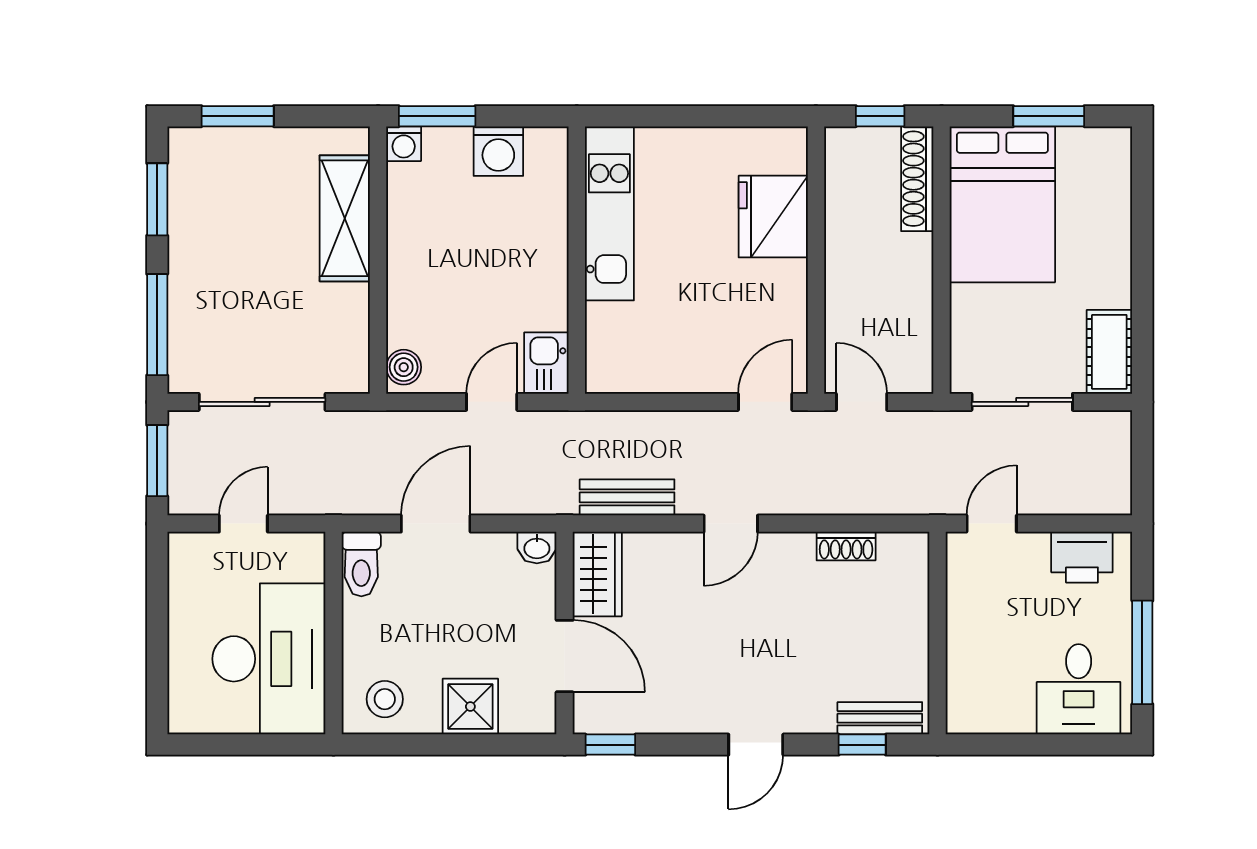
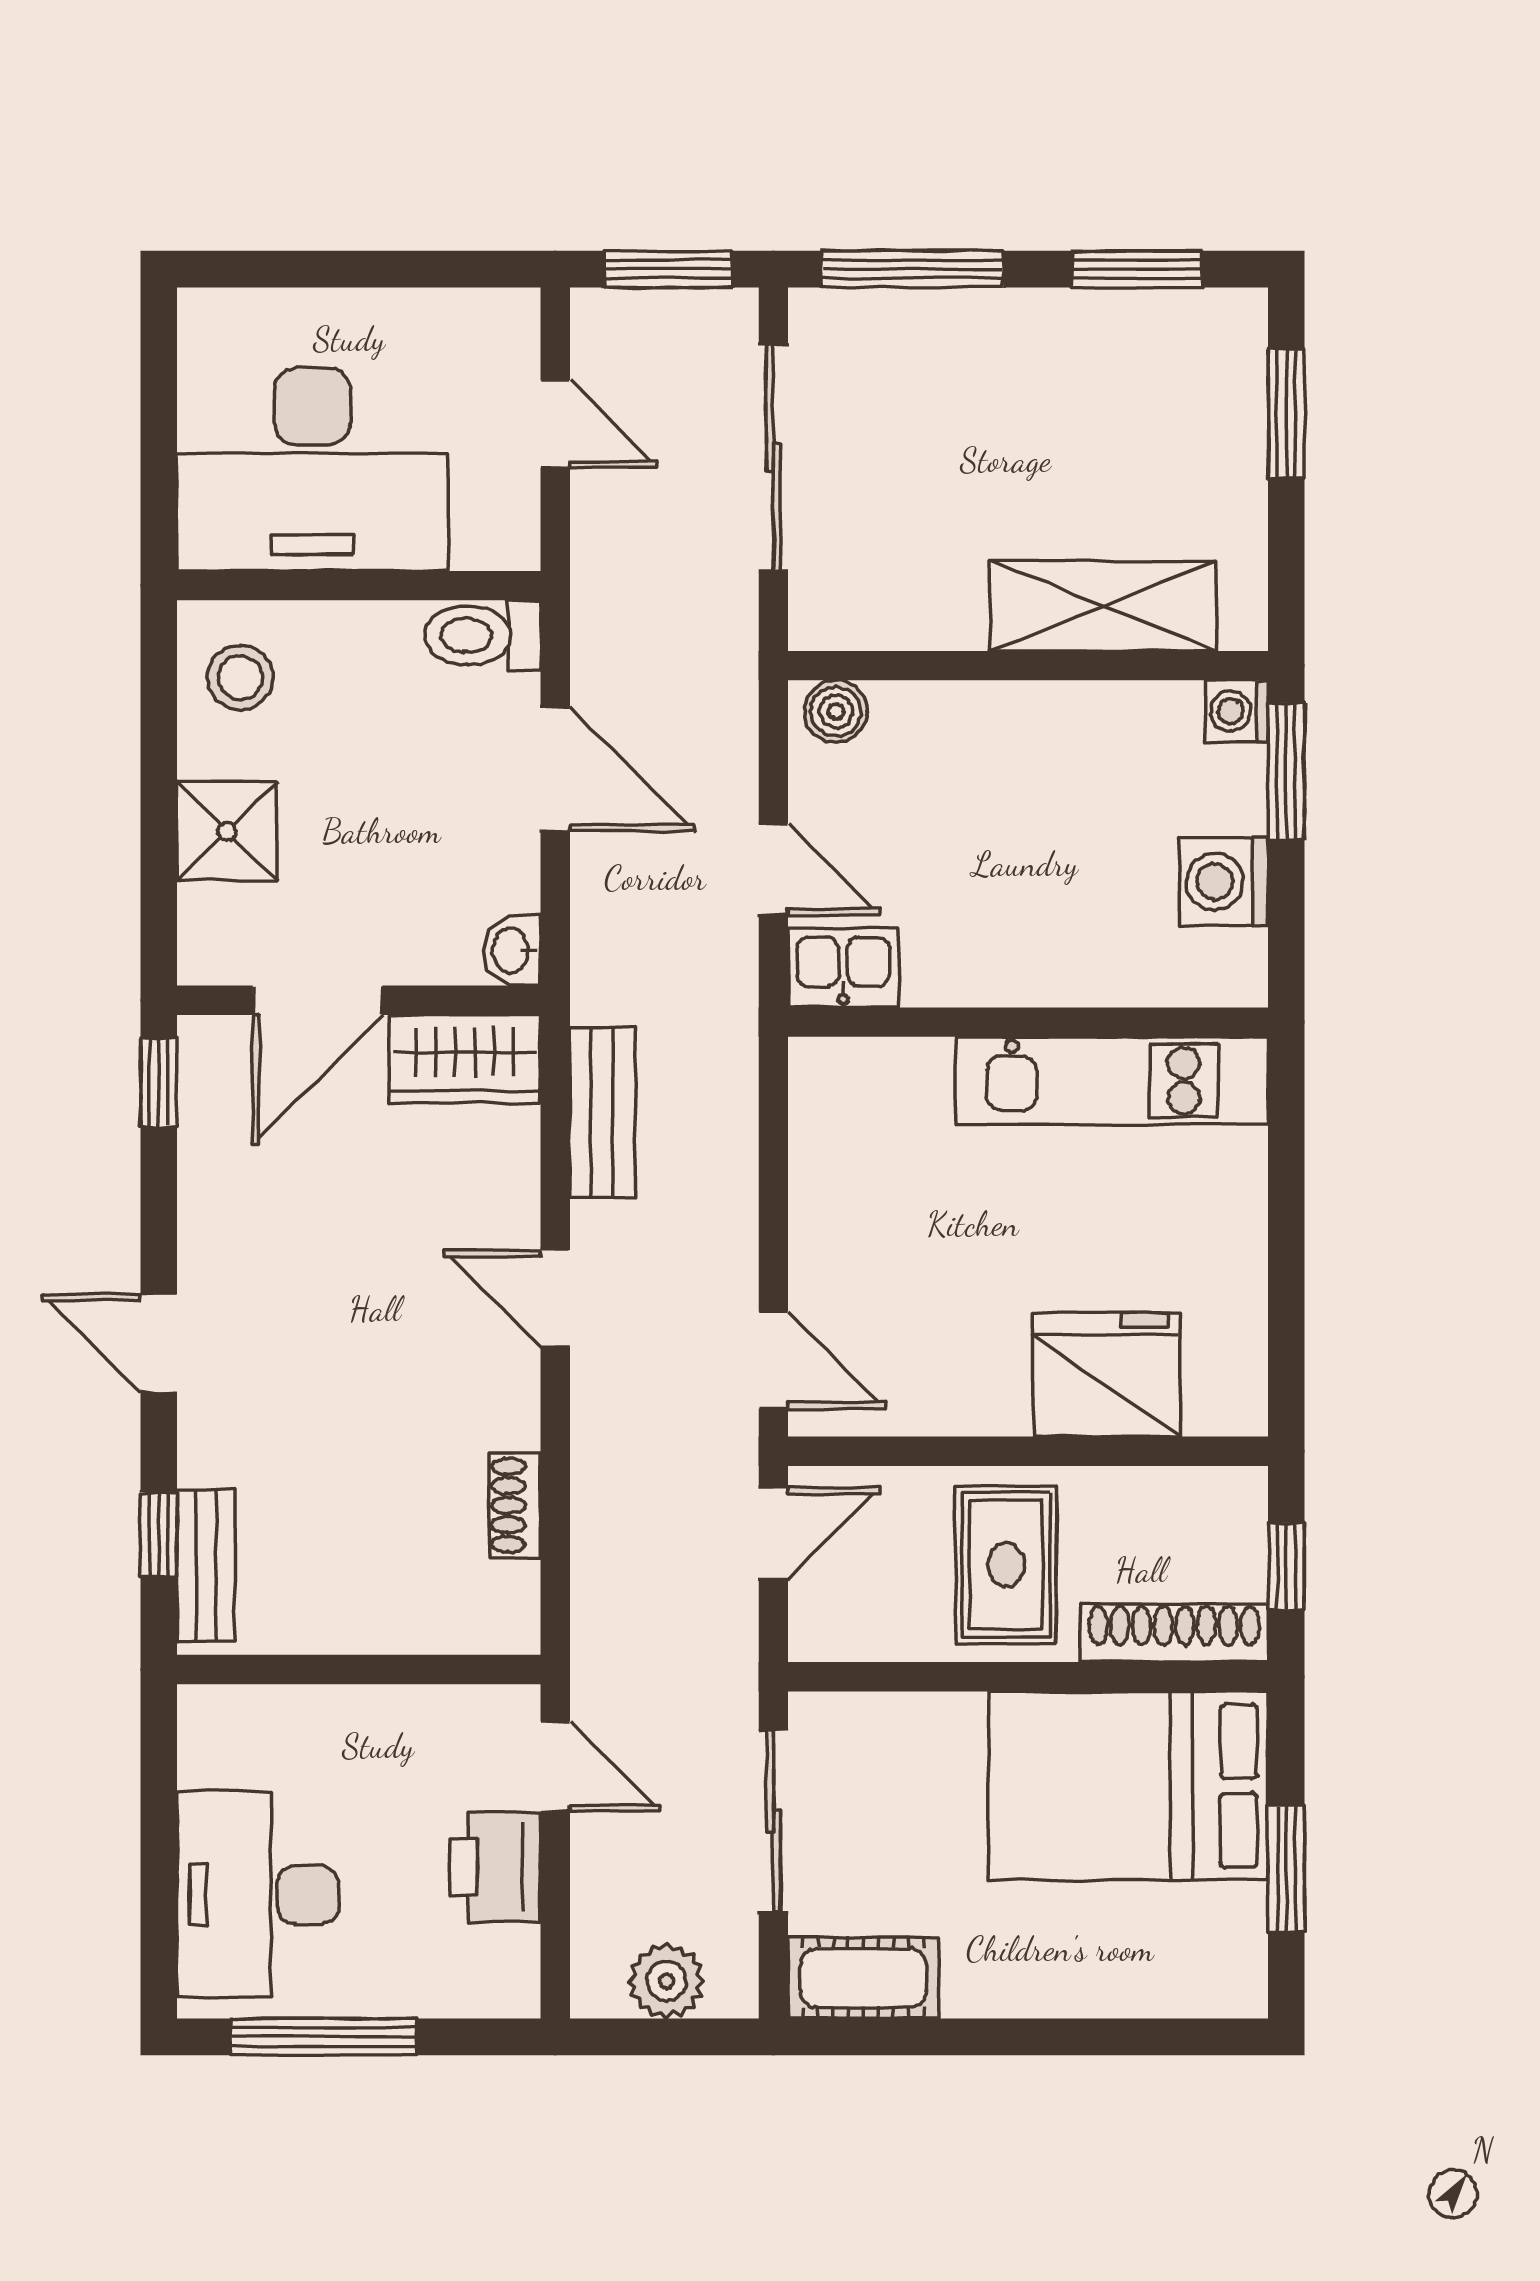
rug: (879, 272) -> (1006, 1565), added
plant: (1111, 461) -> (667, 1981), added
printer: (1082, 557) -> (495, 1867), moved
desk: (1079, 689) -> (258, 1895), width x1.37

